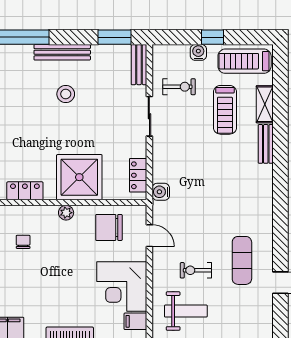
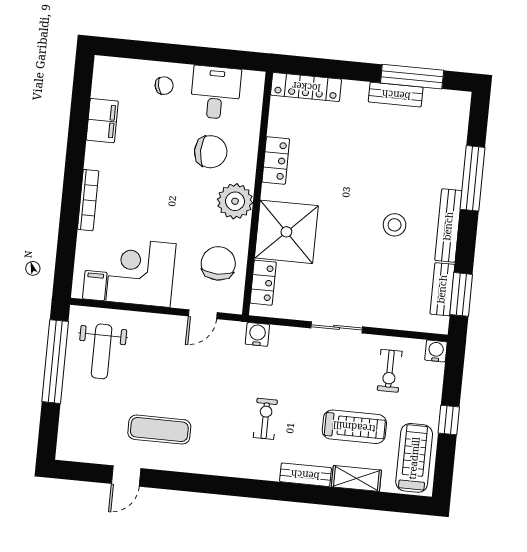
water cooler: (198, 52) -> (436, 351), moved, turned -90
bench: (139, 65) -> (442, 289), moved, turned 90
treadmill: (225, 110) -> (354, 427), turned 180
sliding door: (149, 116) -> (337, 327), moved
locker: (138, 175) -> (263, 283), moved, turned 90
plant: (66, 213) -> (235, 201), width x1.88, depth x1.88
chair: (23, 242) -> (211, 152), width x1.87, depth x1.87
exercise bike: (196, 270) -> (265, 419), moved

